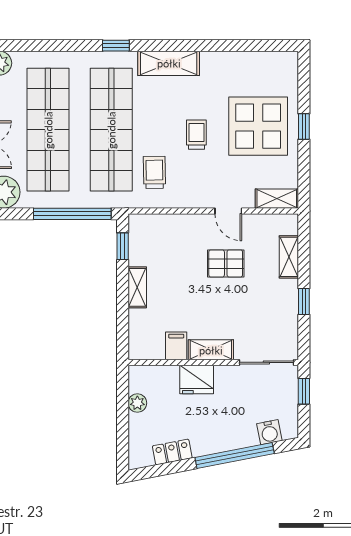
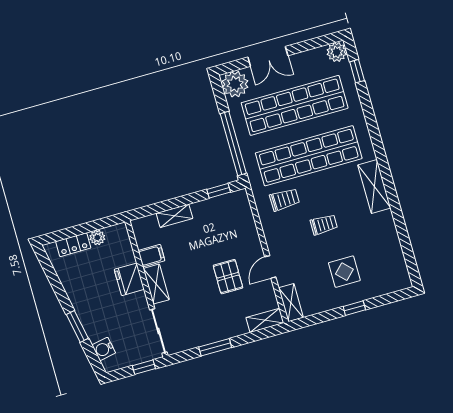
window: (116, 46) -> (357, 71), moved
display table: (258, 126) -> (344, 272), width x0.54, depth x0.54
shelving: (289, 257) -> (265, 320), moved
shelving: (137, 287) -> (174, 216), moved
window: (304, 302) -> (215, 347), width x1.50
locker: (172, 452) -> (73, 245), moved, turned 101
window: (235, 456) -> (77, 326), width x0.47

